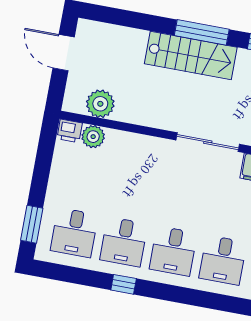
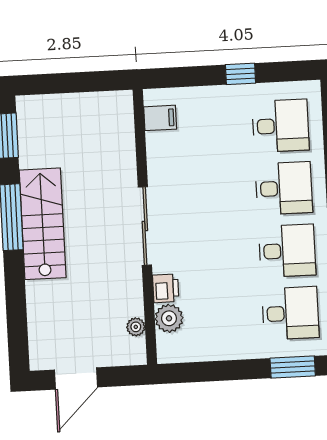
plant: (100, 104) -> (136, 327), width x0.53, depth x0.53
printer: (70, 131) -> (166, 288), moved
sliding door: (208, 142) -> (145, 226), moved

